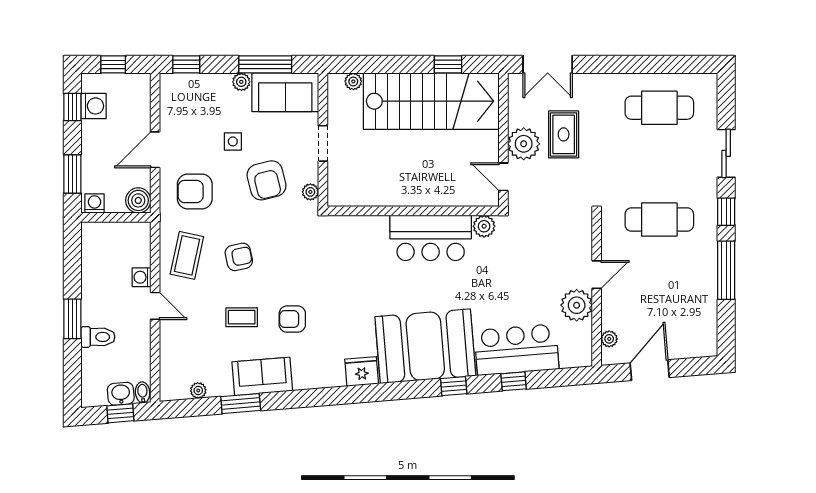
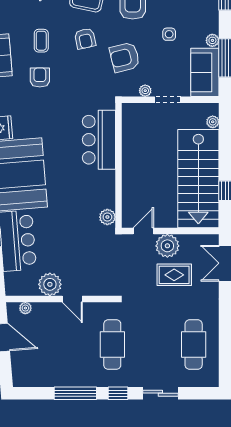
armchair: (267, 180) -> (125, 57), moved
plant: (310, 192) -> (145, 91), moved
bar counter: (431, 238) -> (99, 140), moved

